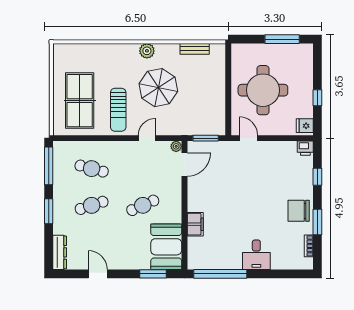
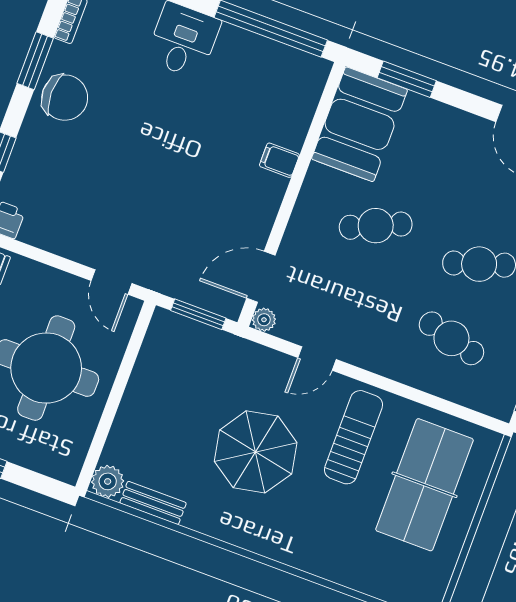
plant: (147, 51) -> (108, 481), moved
filing cabinet: (195, 224) -> (279, 160), width x0.50

